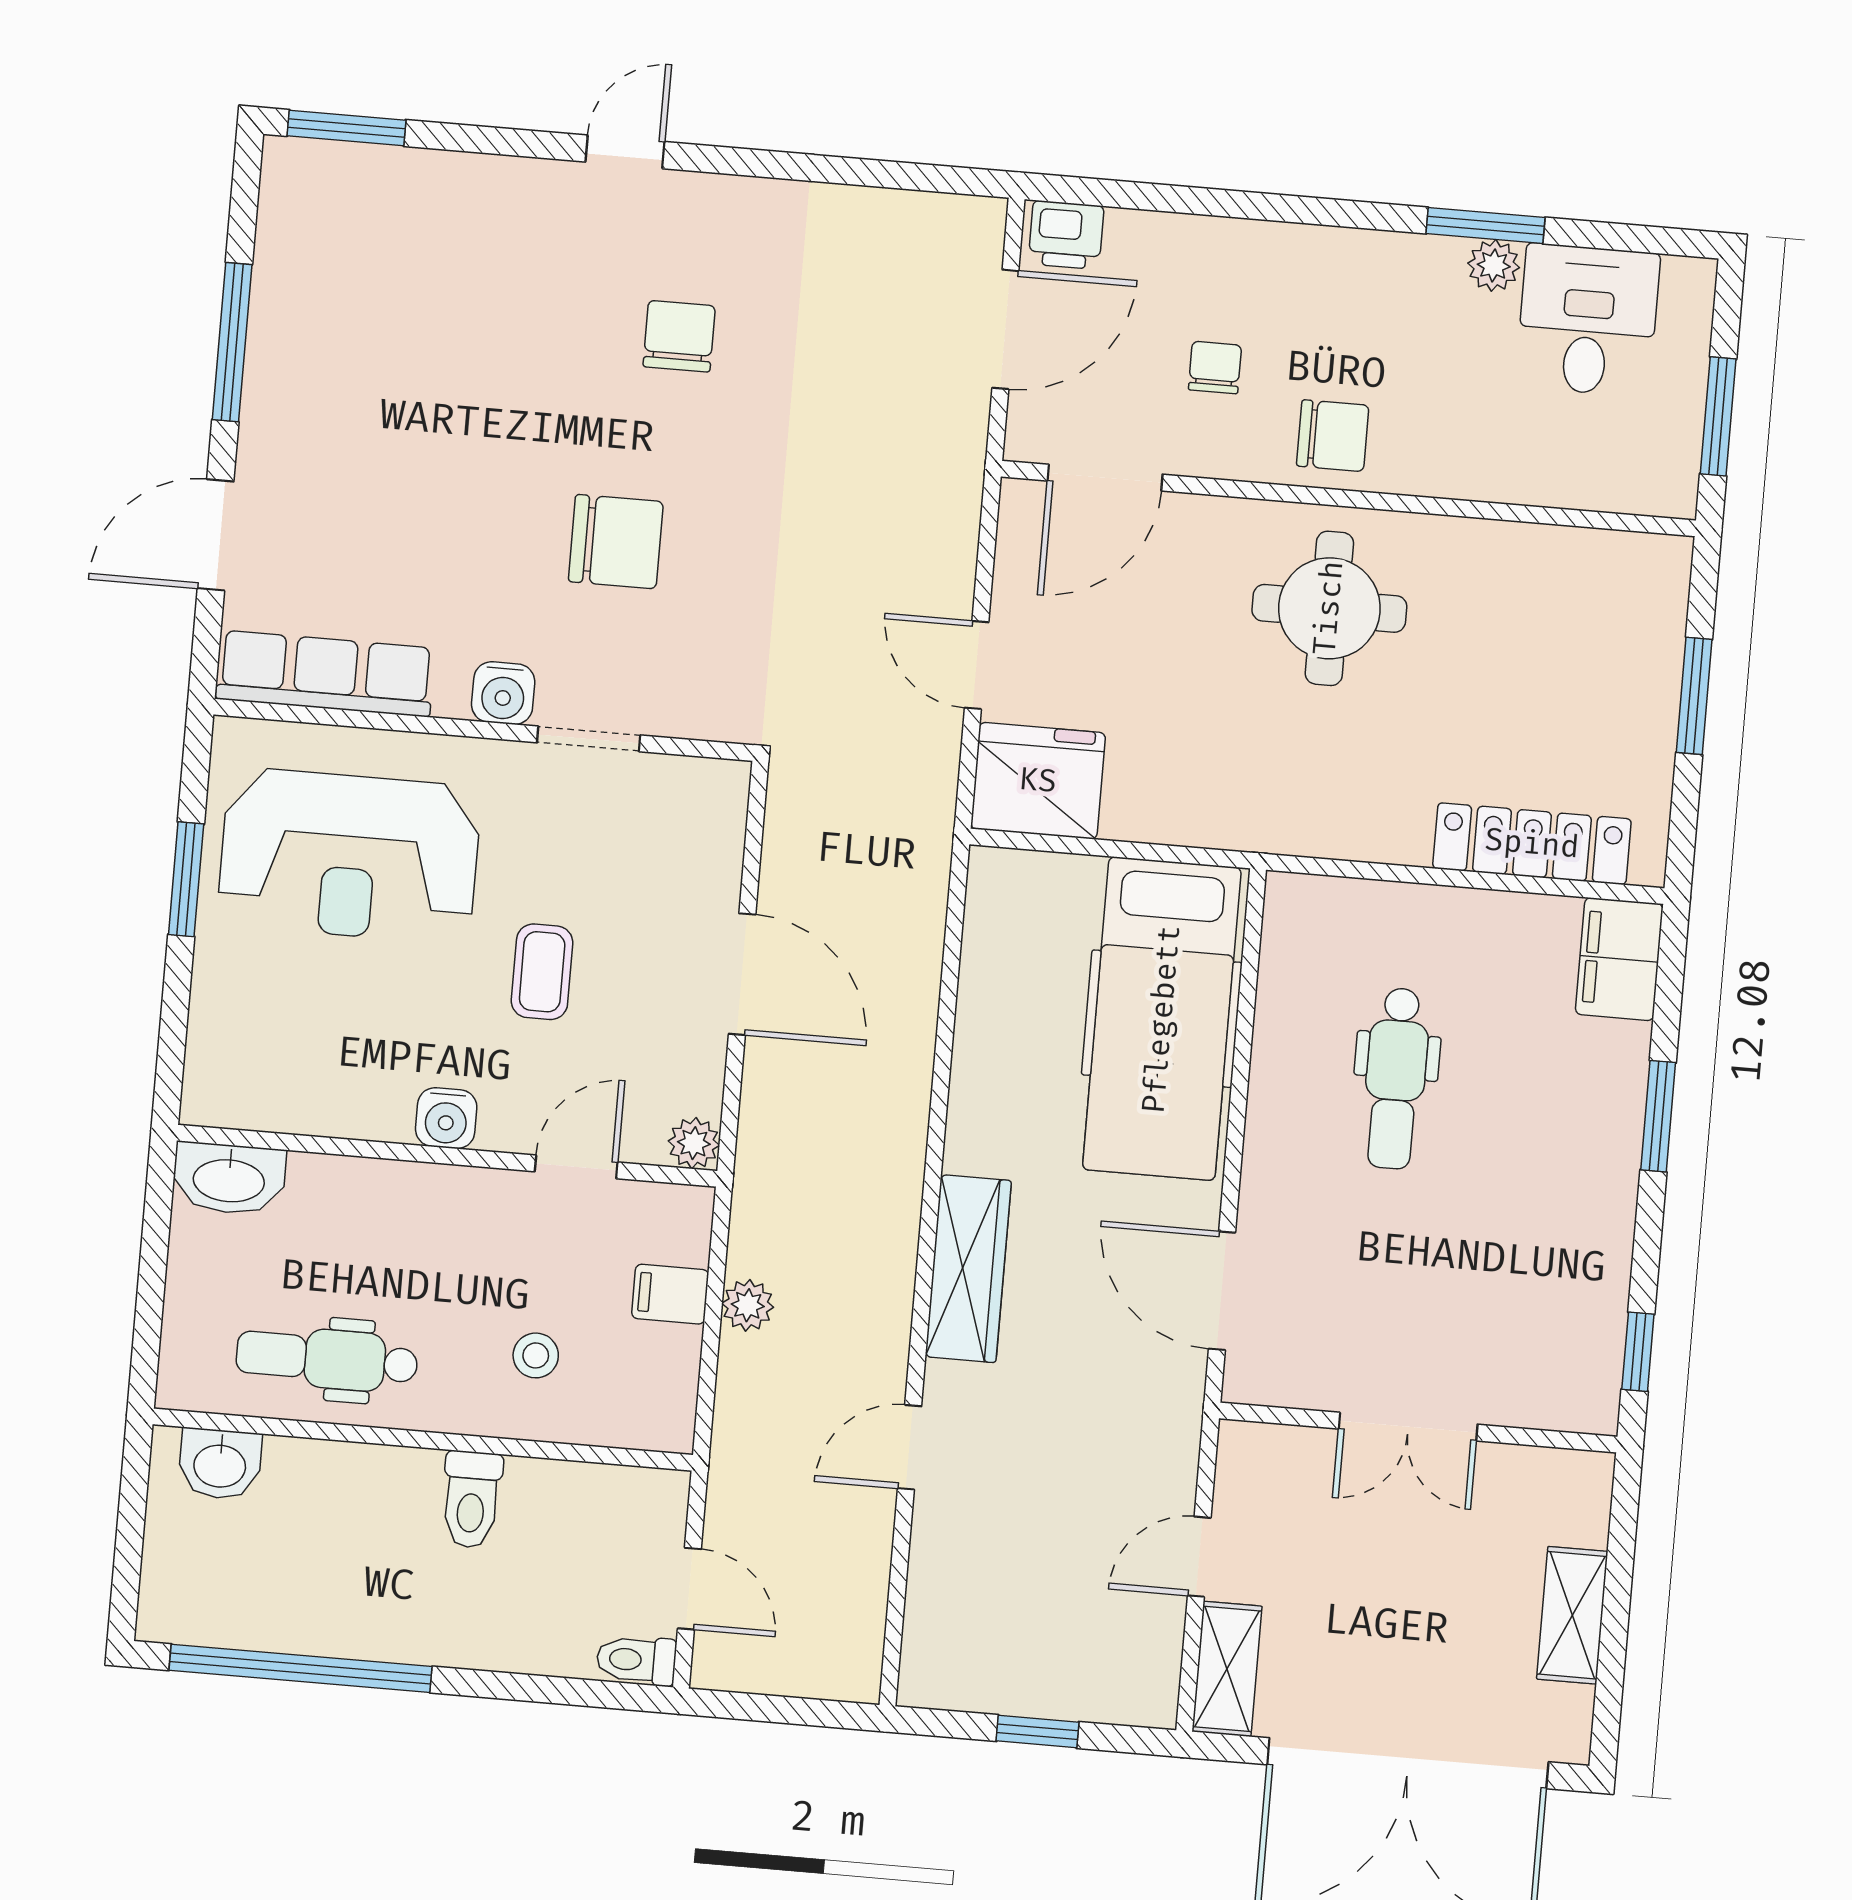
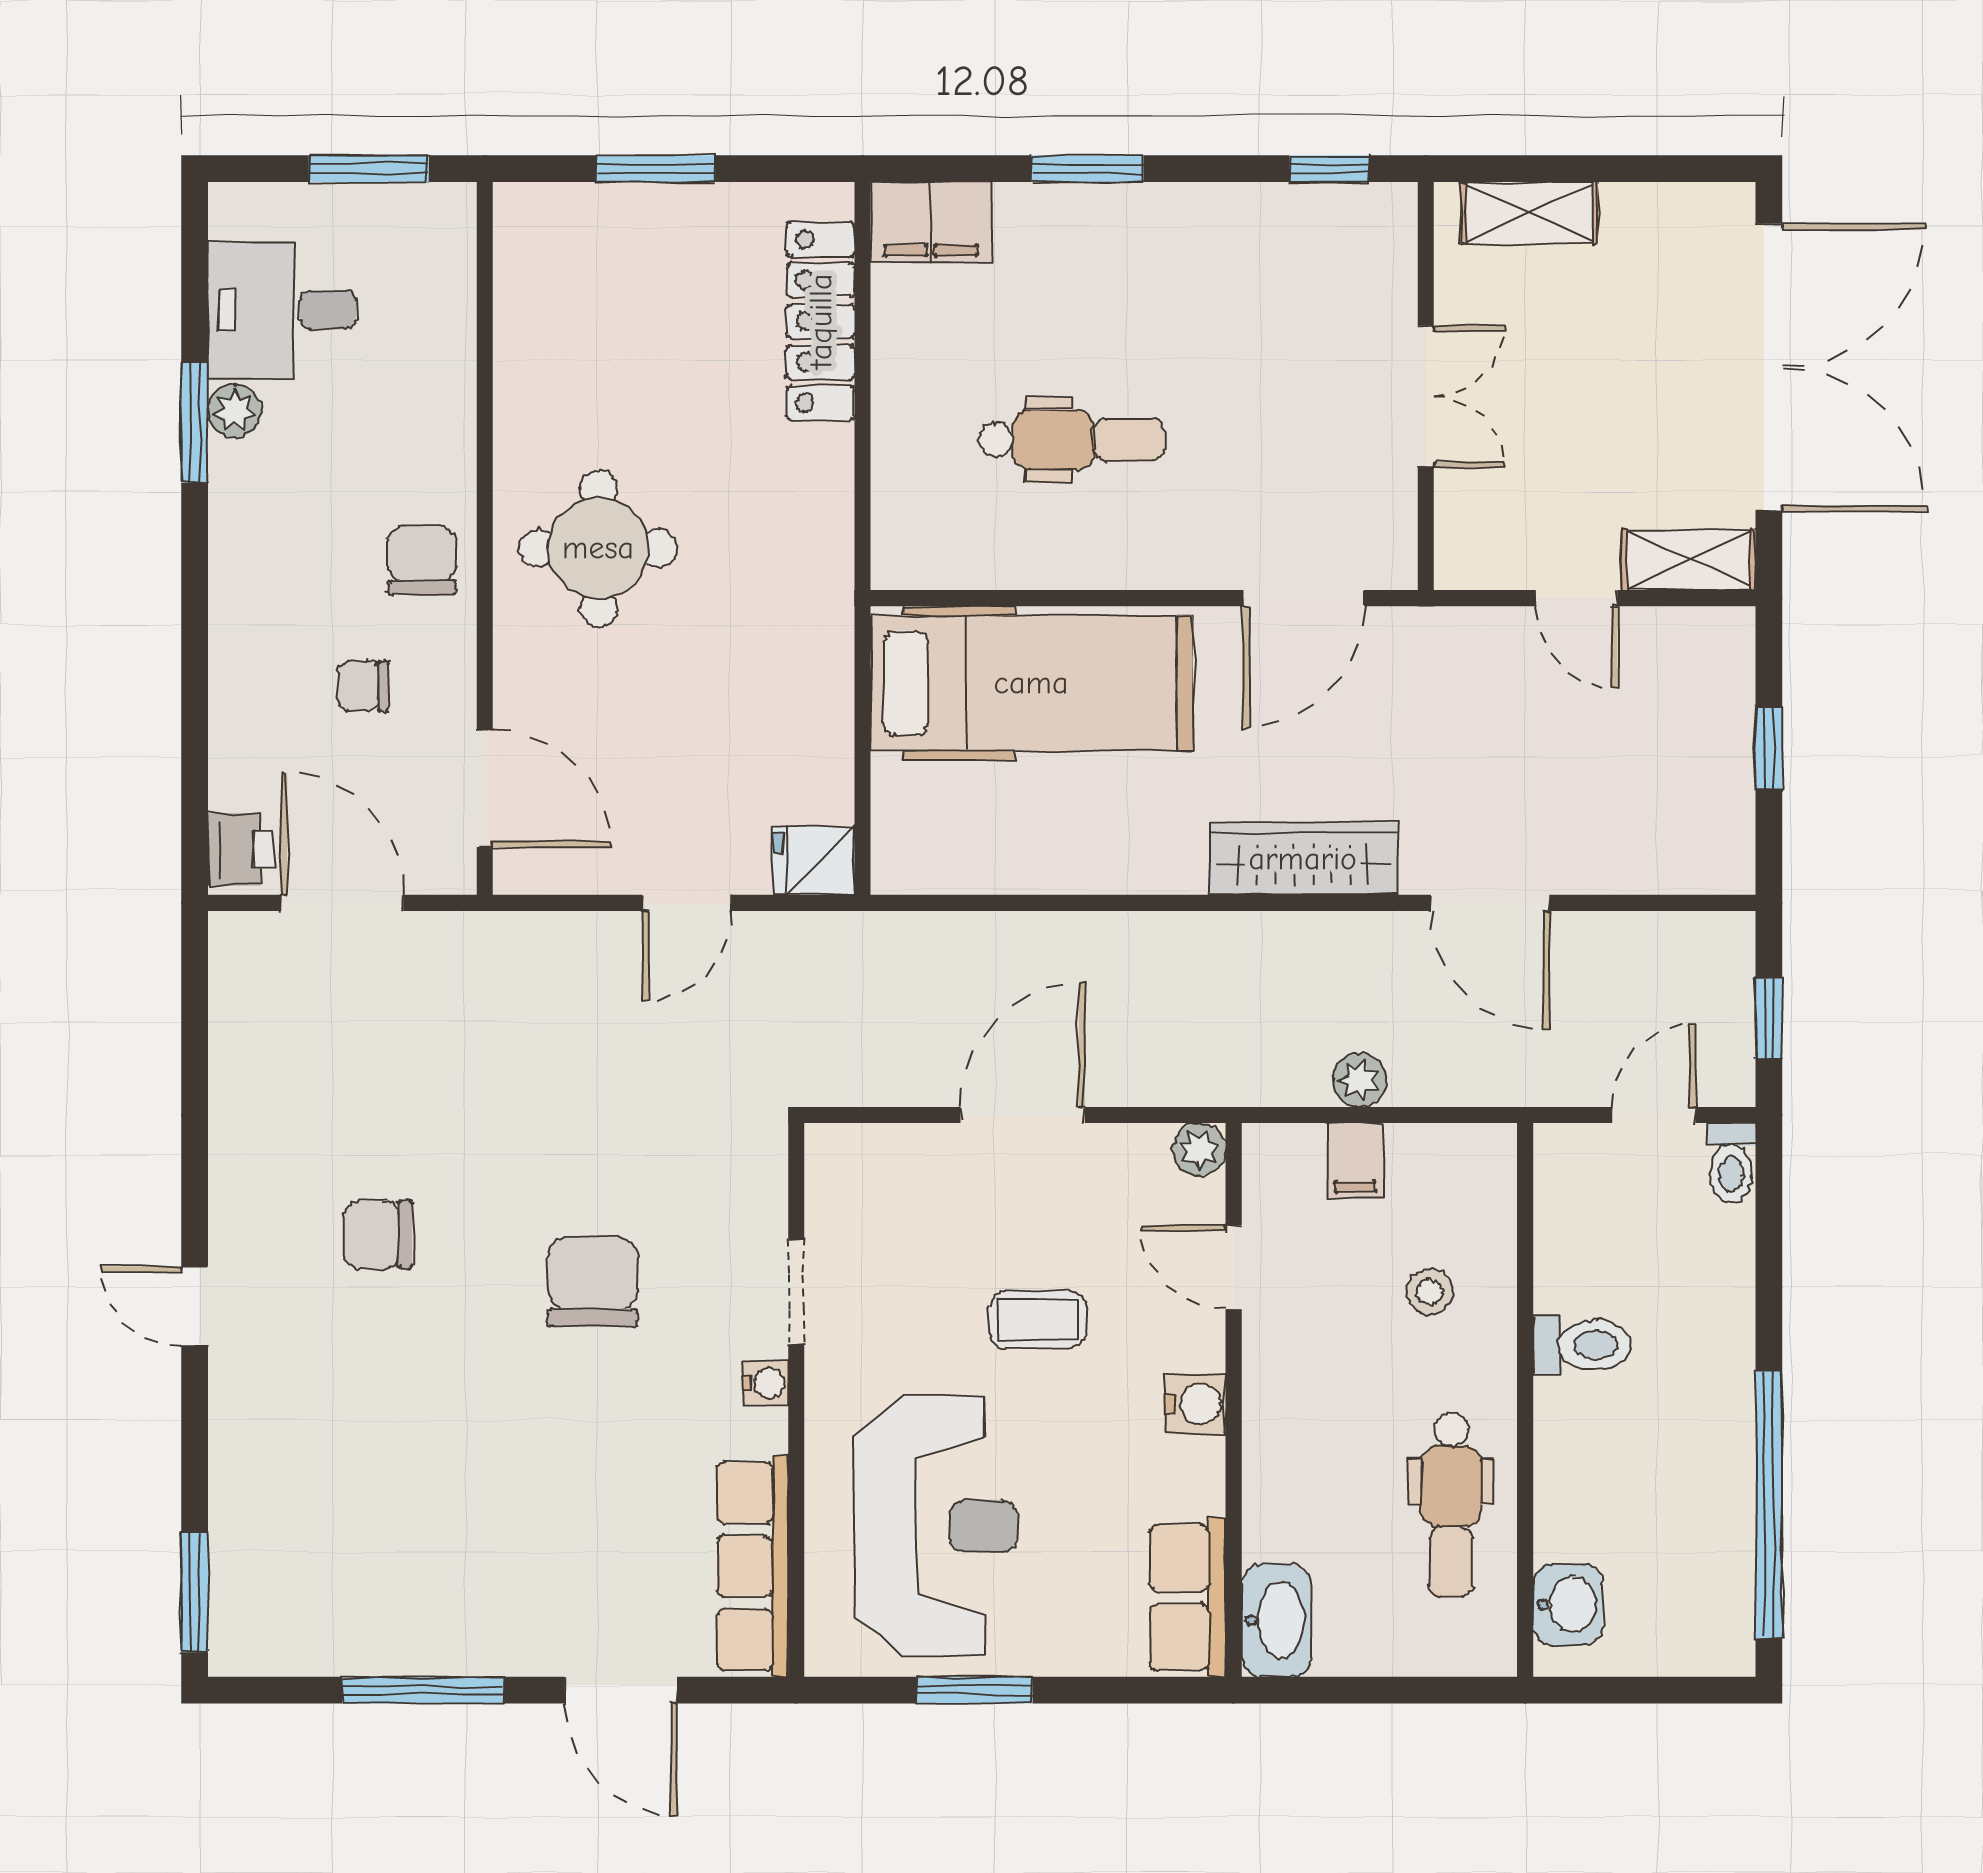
water cooler: (503, 693) -> (766, 1383), width x0.72, depth x0.72
fridge: (1038, 781) -> (814, 861), width x0.53, depth x0.75
row of seats: (258, 1095) -> (1188, 1598), added
door: (910, 1447) -> (1490, 903), width x1.38
shelving: (1572, 1615) -> (1529, 213), moved
window: (774, 1709) -> (1769, 1018), added

